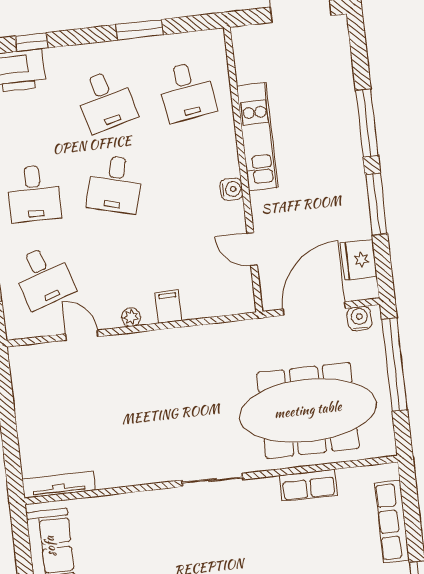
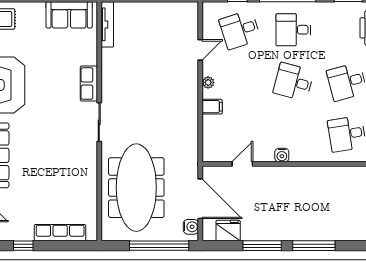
kitchen unit: (257, 137) -> (313, 175), removed
row of seats: (308, 485) -> (89, 83), moved

